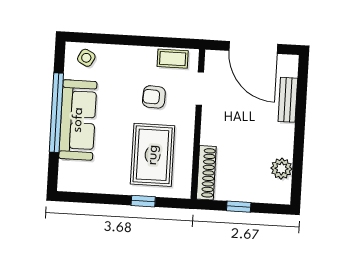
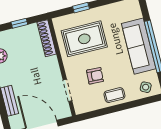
coffee table: (173, 59) -> (114, 95), moved
rug: (153, 155) -> (84, 39), turned 90

